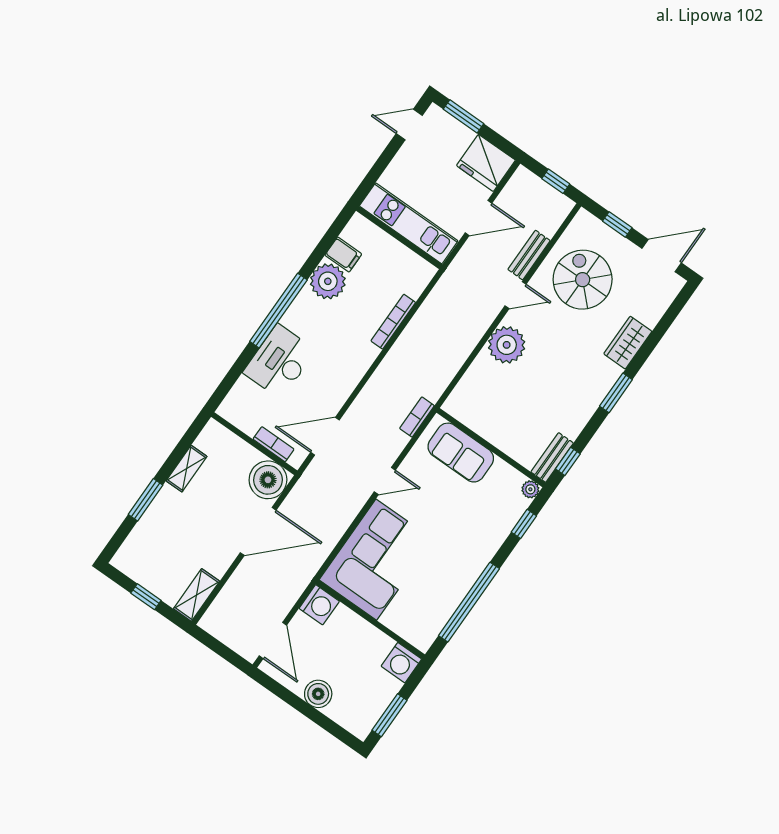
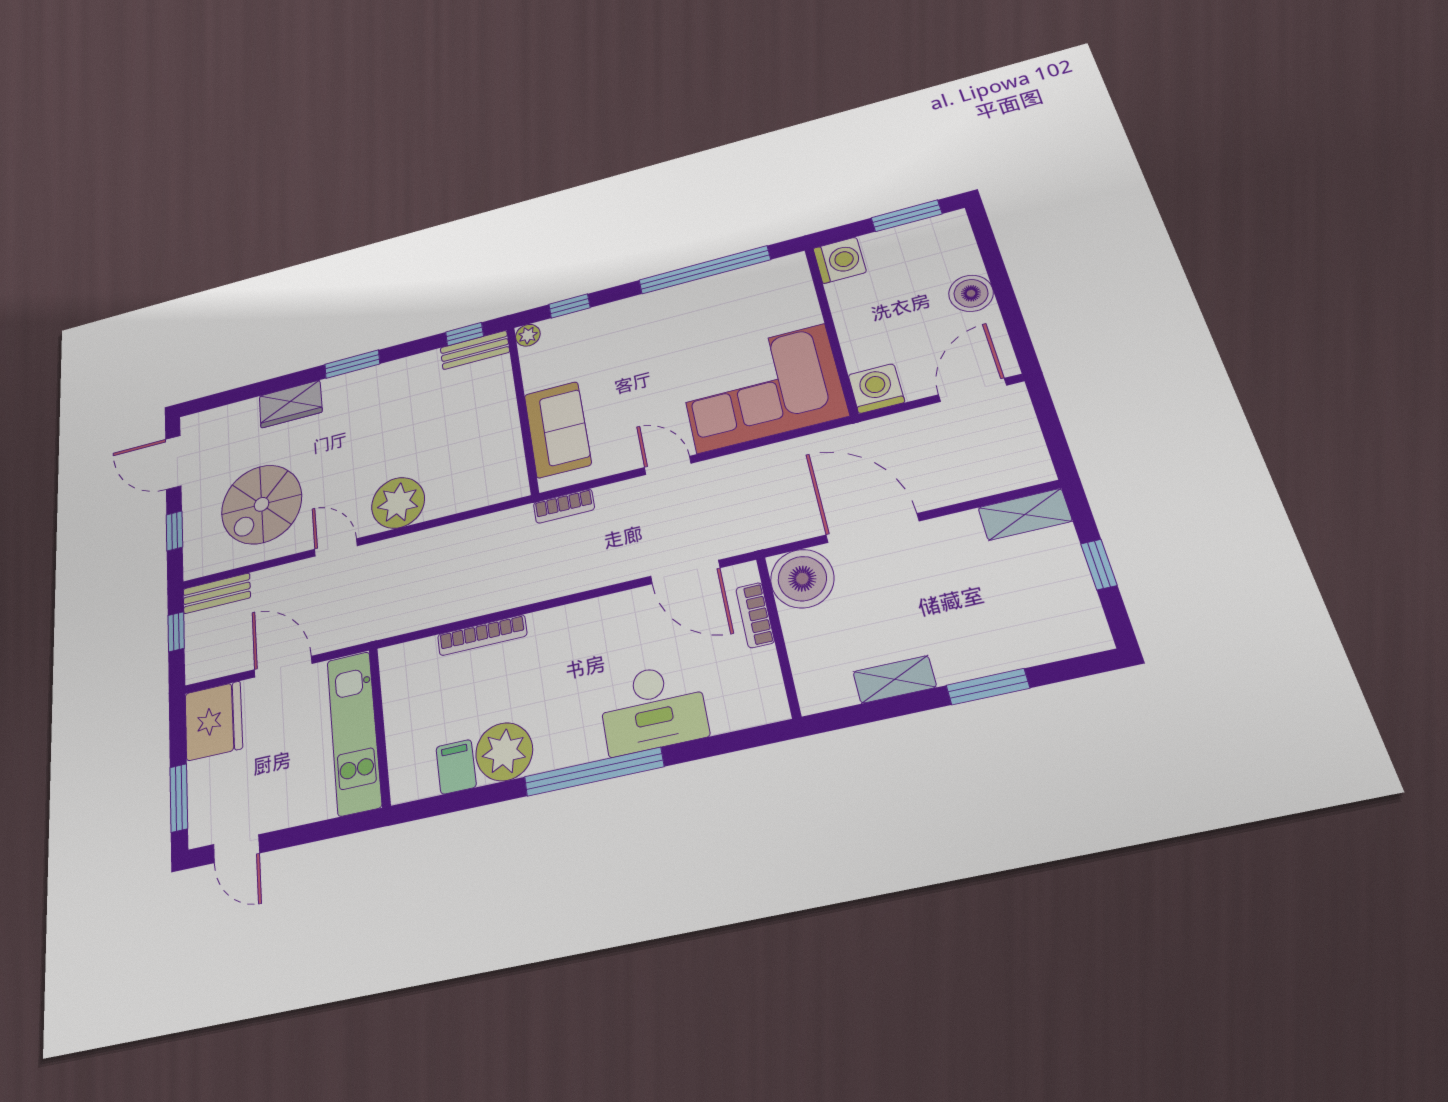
bench: (529, 255) -> (217, 593), moved

